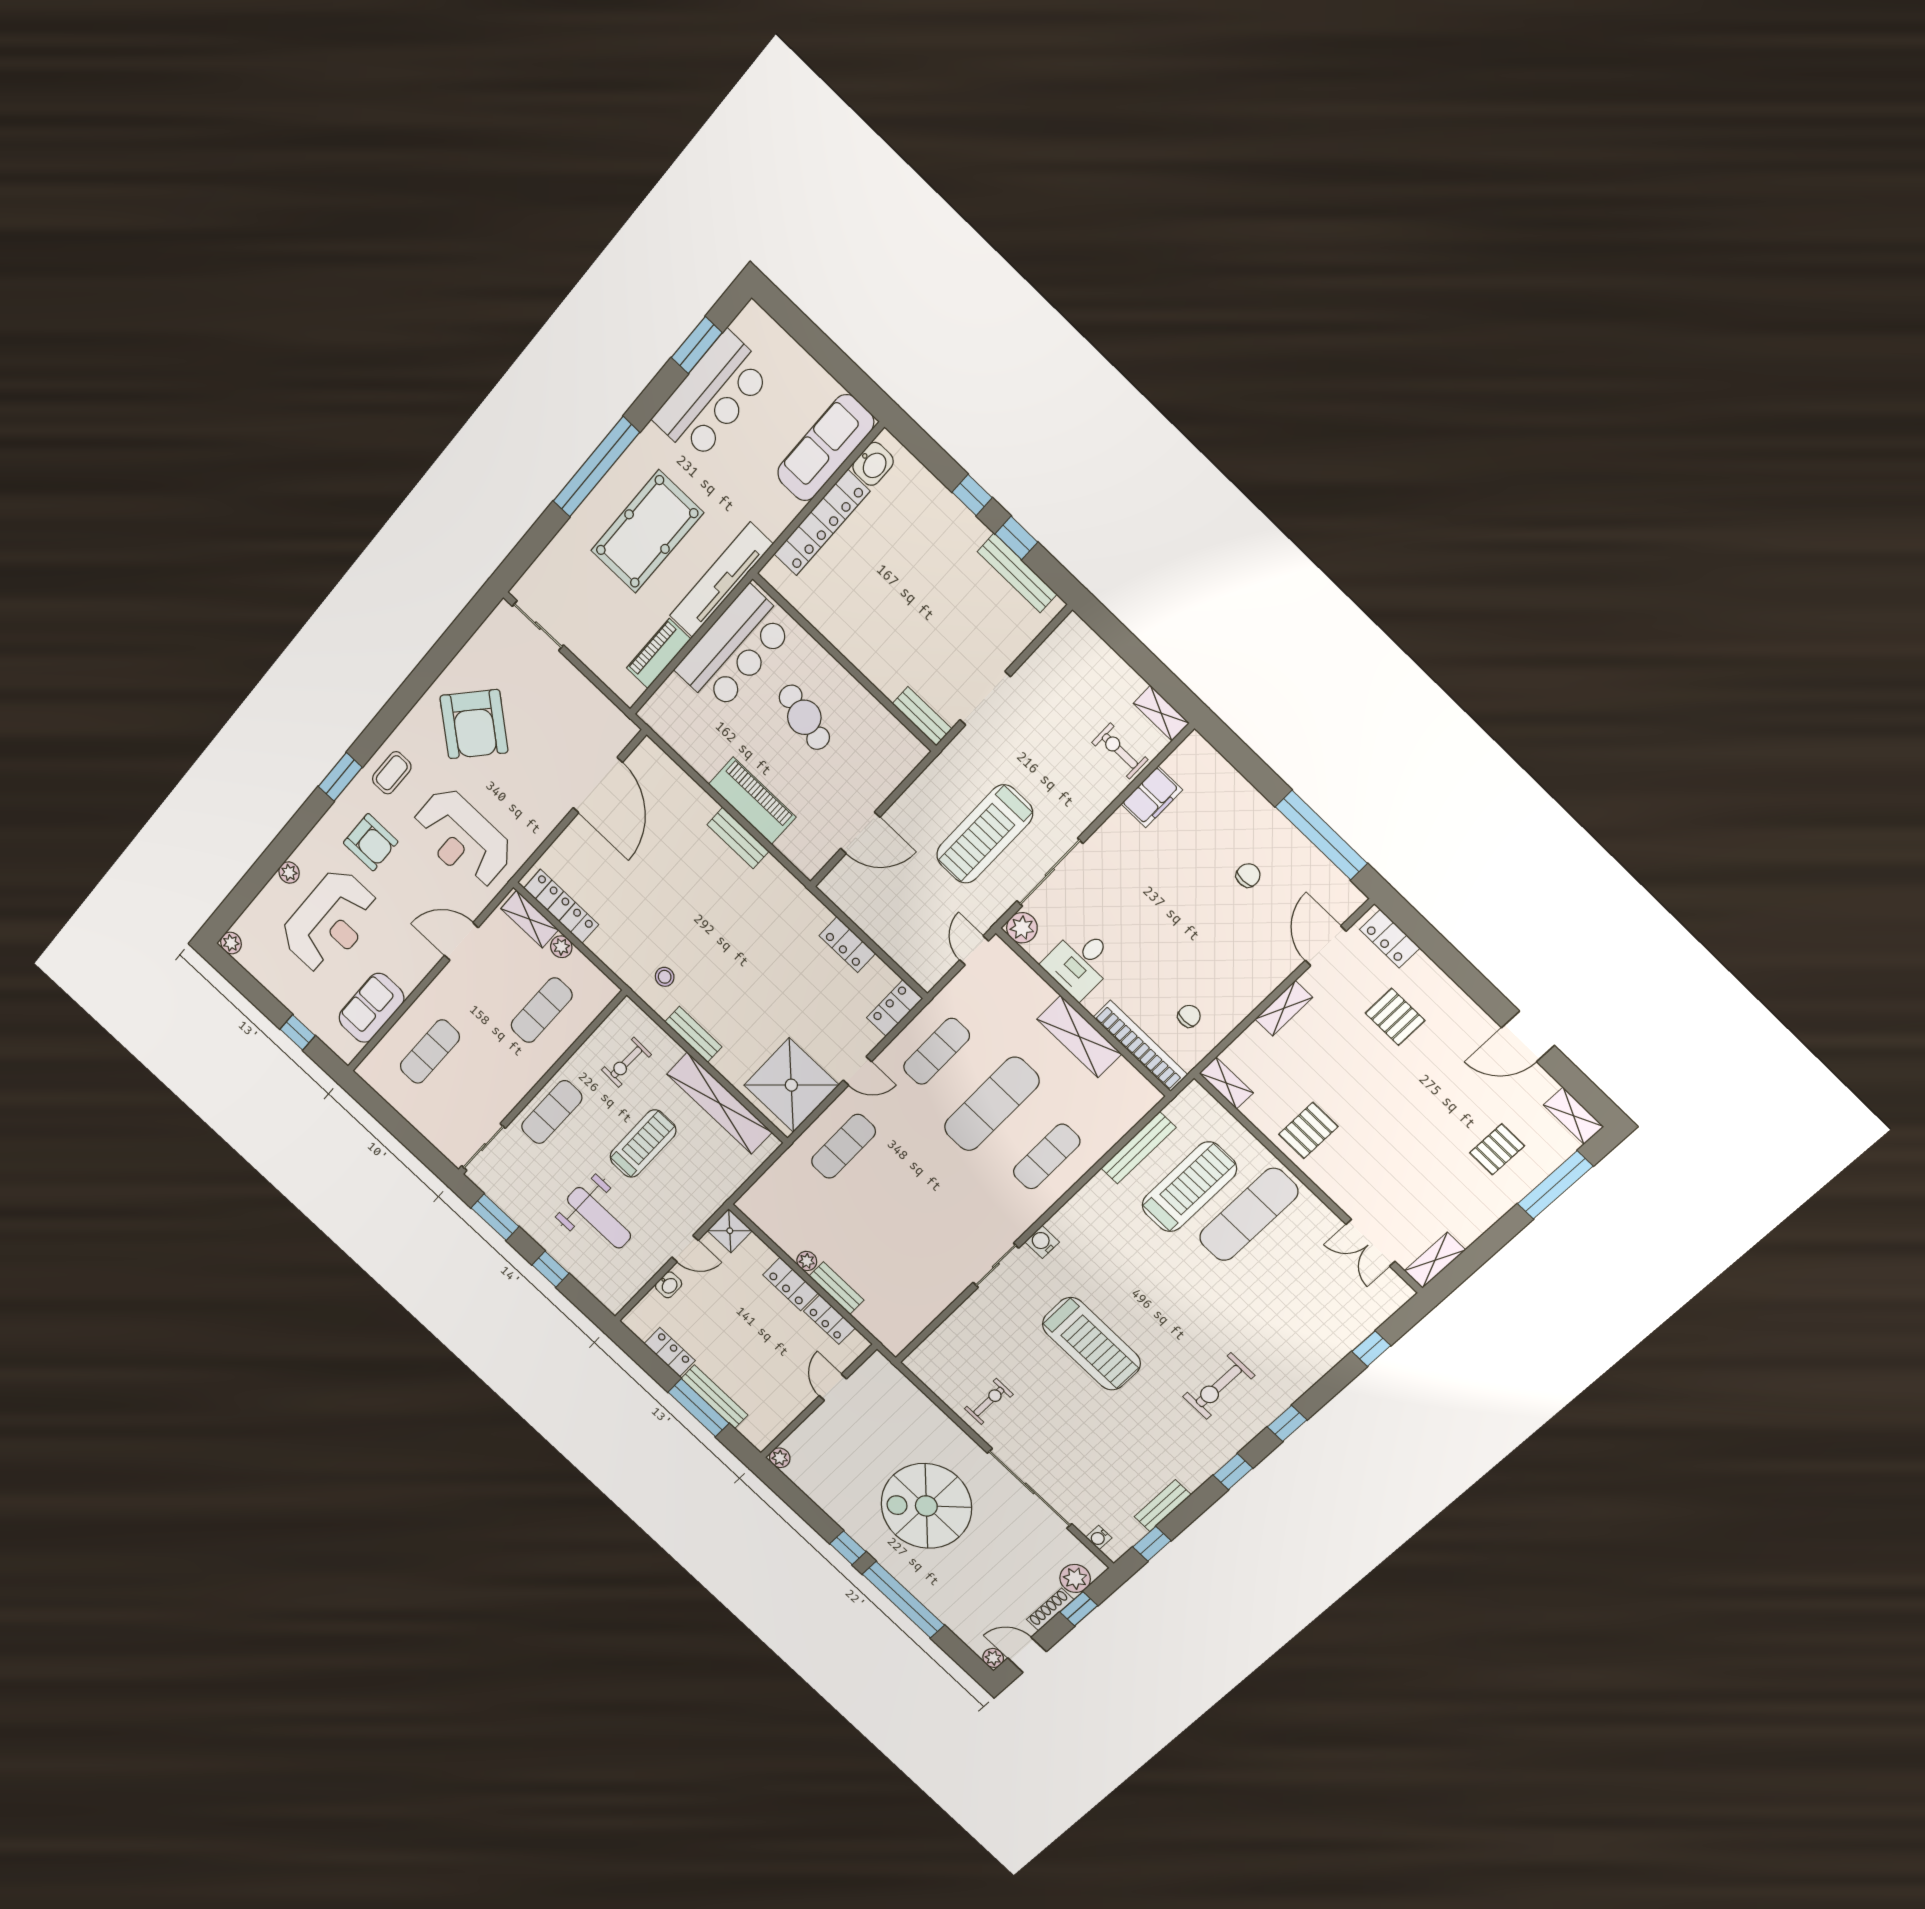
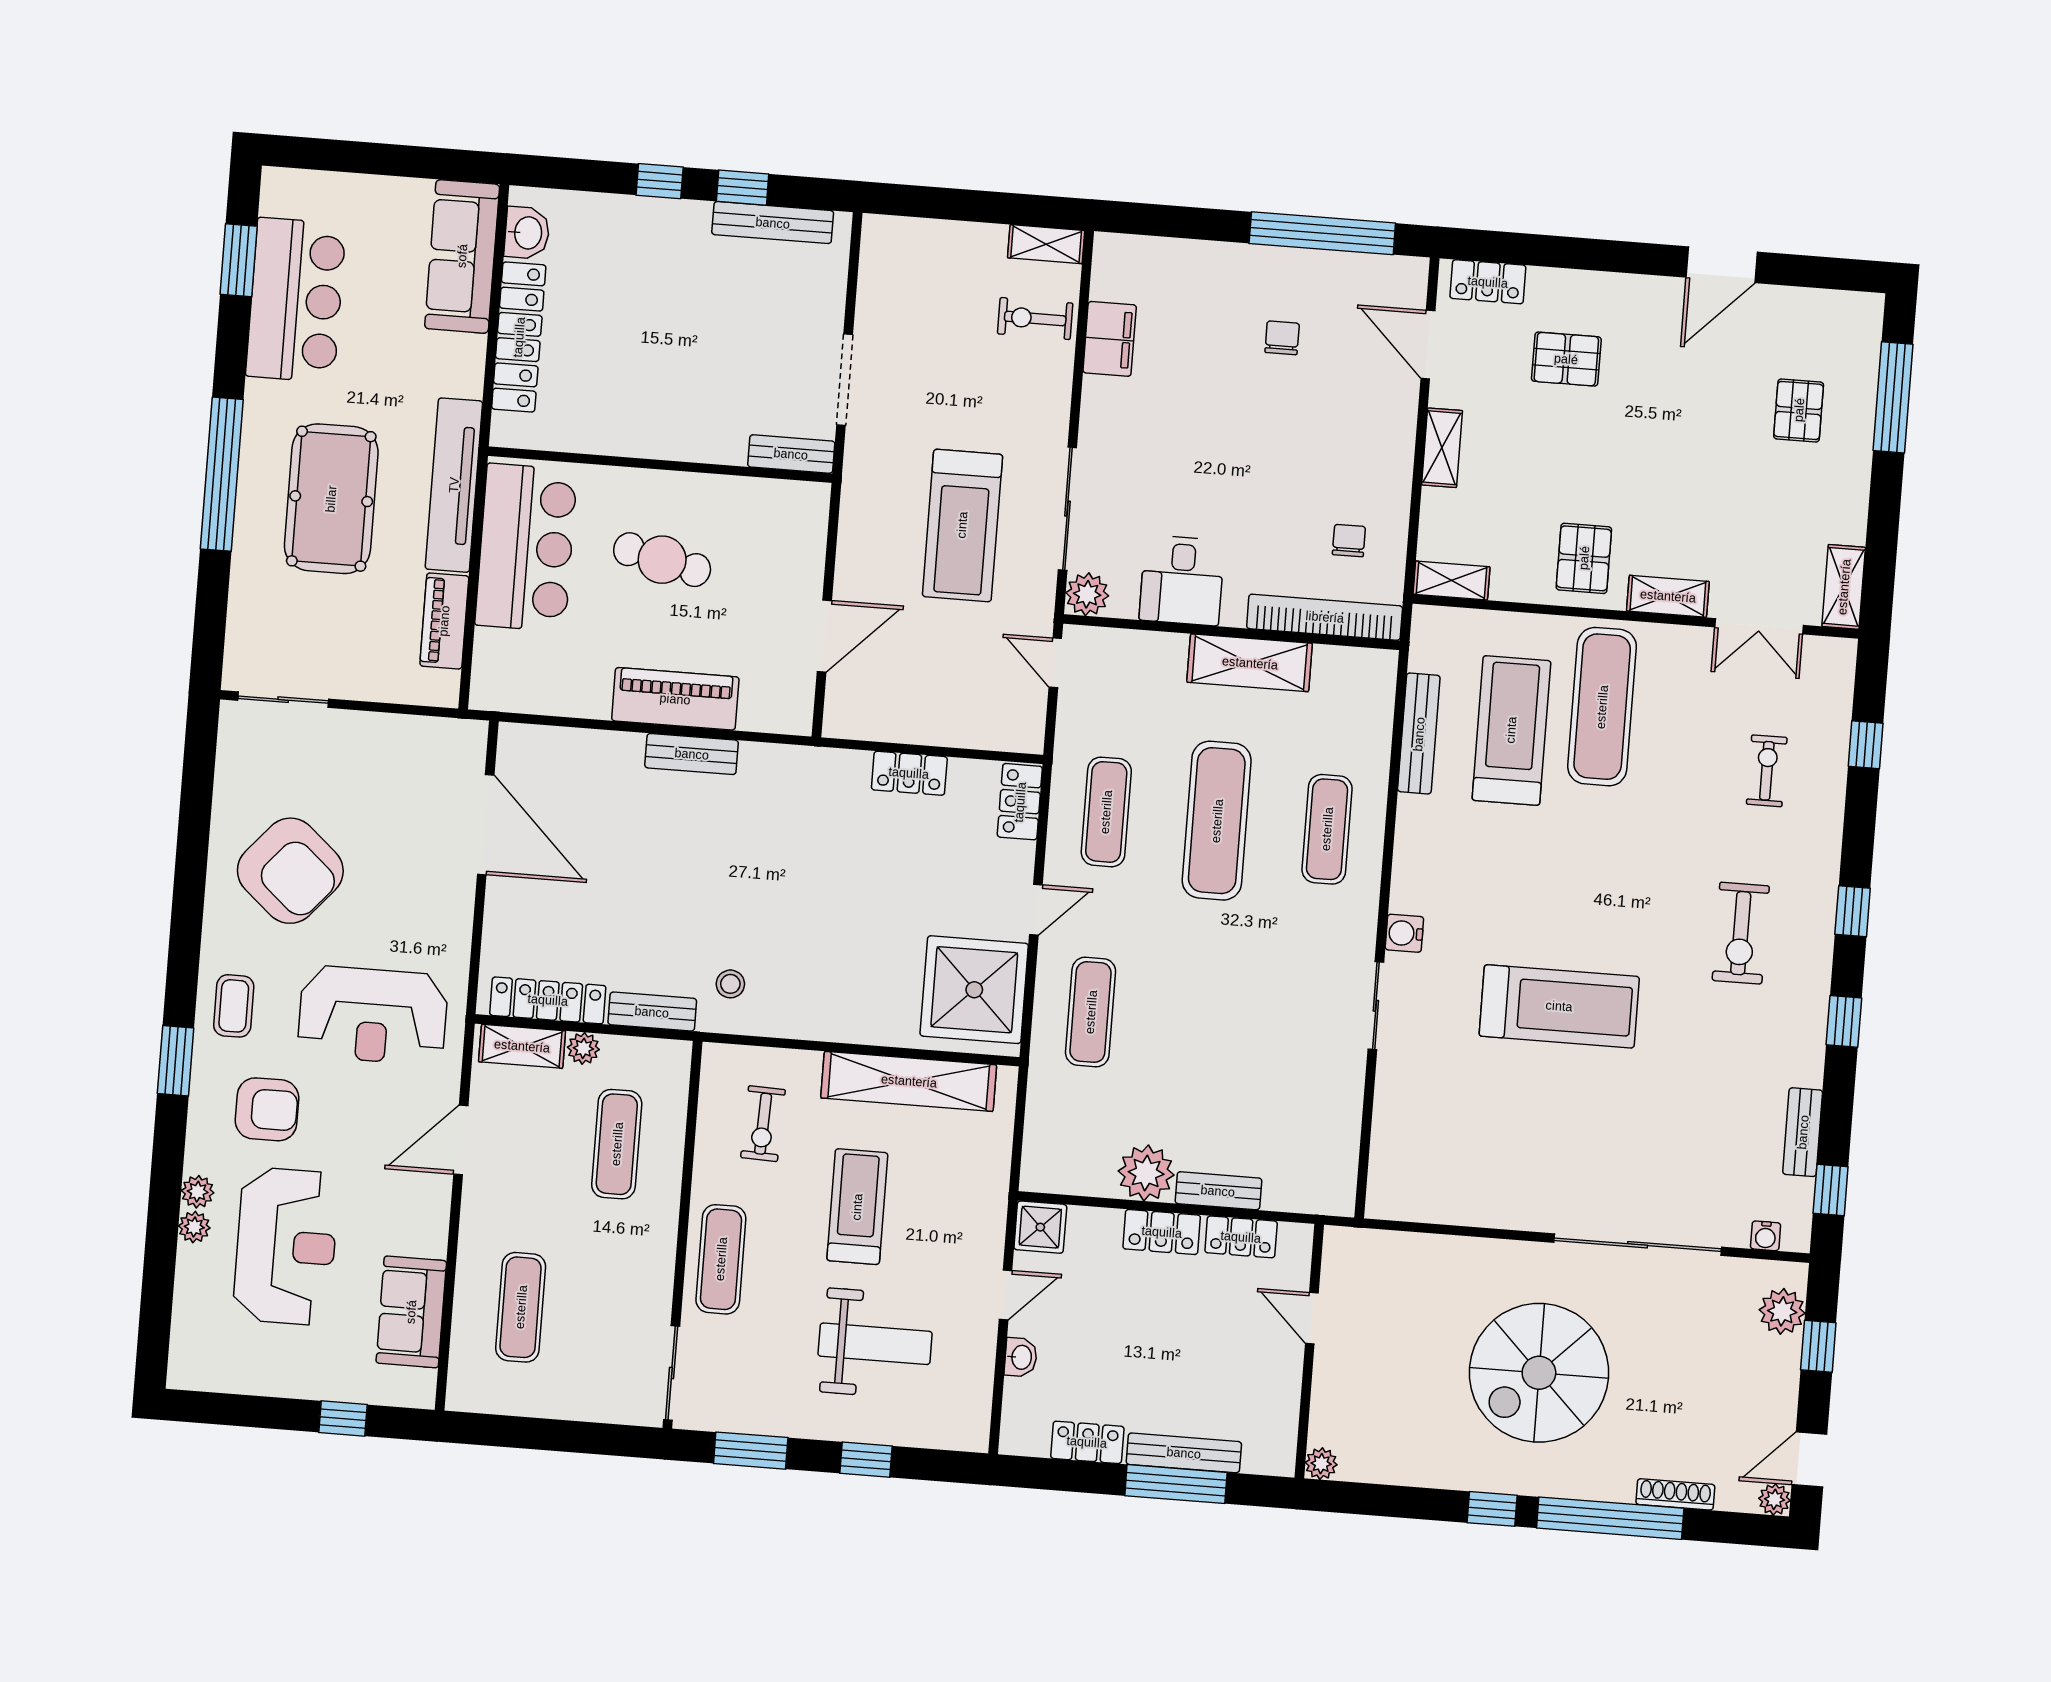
plant: (231, 943) -> (198, 1192), moved
bench: (693, 1034) -> (652, 1012), moved
shelving: (1574, 1116) -> (1668, 596), moved
plant: (807, 1261) -> (1146, 1173), width x1.87, depth x1.87
exercise bike: (989, 1401) -> (1767, 771), moved
shoe rack: (1050, 1609) -> (1675, 1494), moved, turned 90

